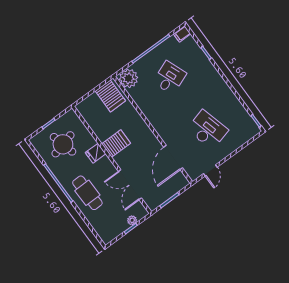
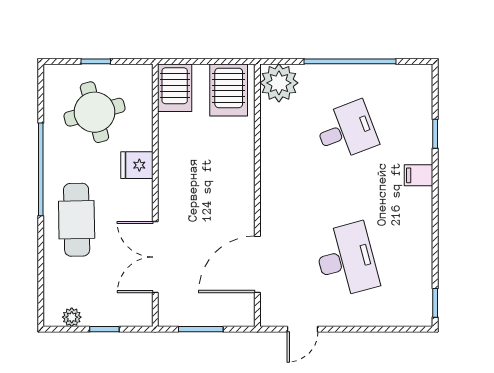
filing cabinet: (182, 34) -> (419, 175), moved
server rack: (116, 144) -> (175, 88), moved, turned 90
plant: (132, 220) -> (72, 317), moved

